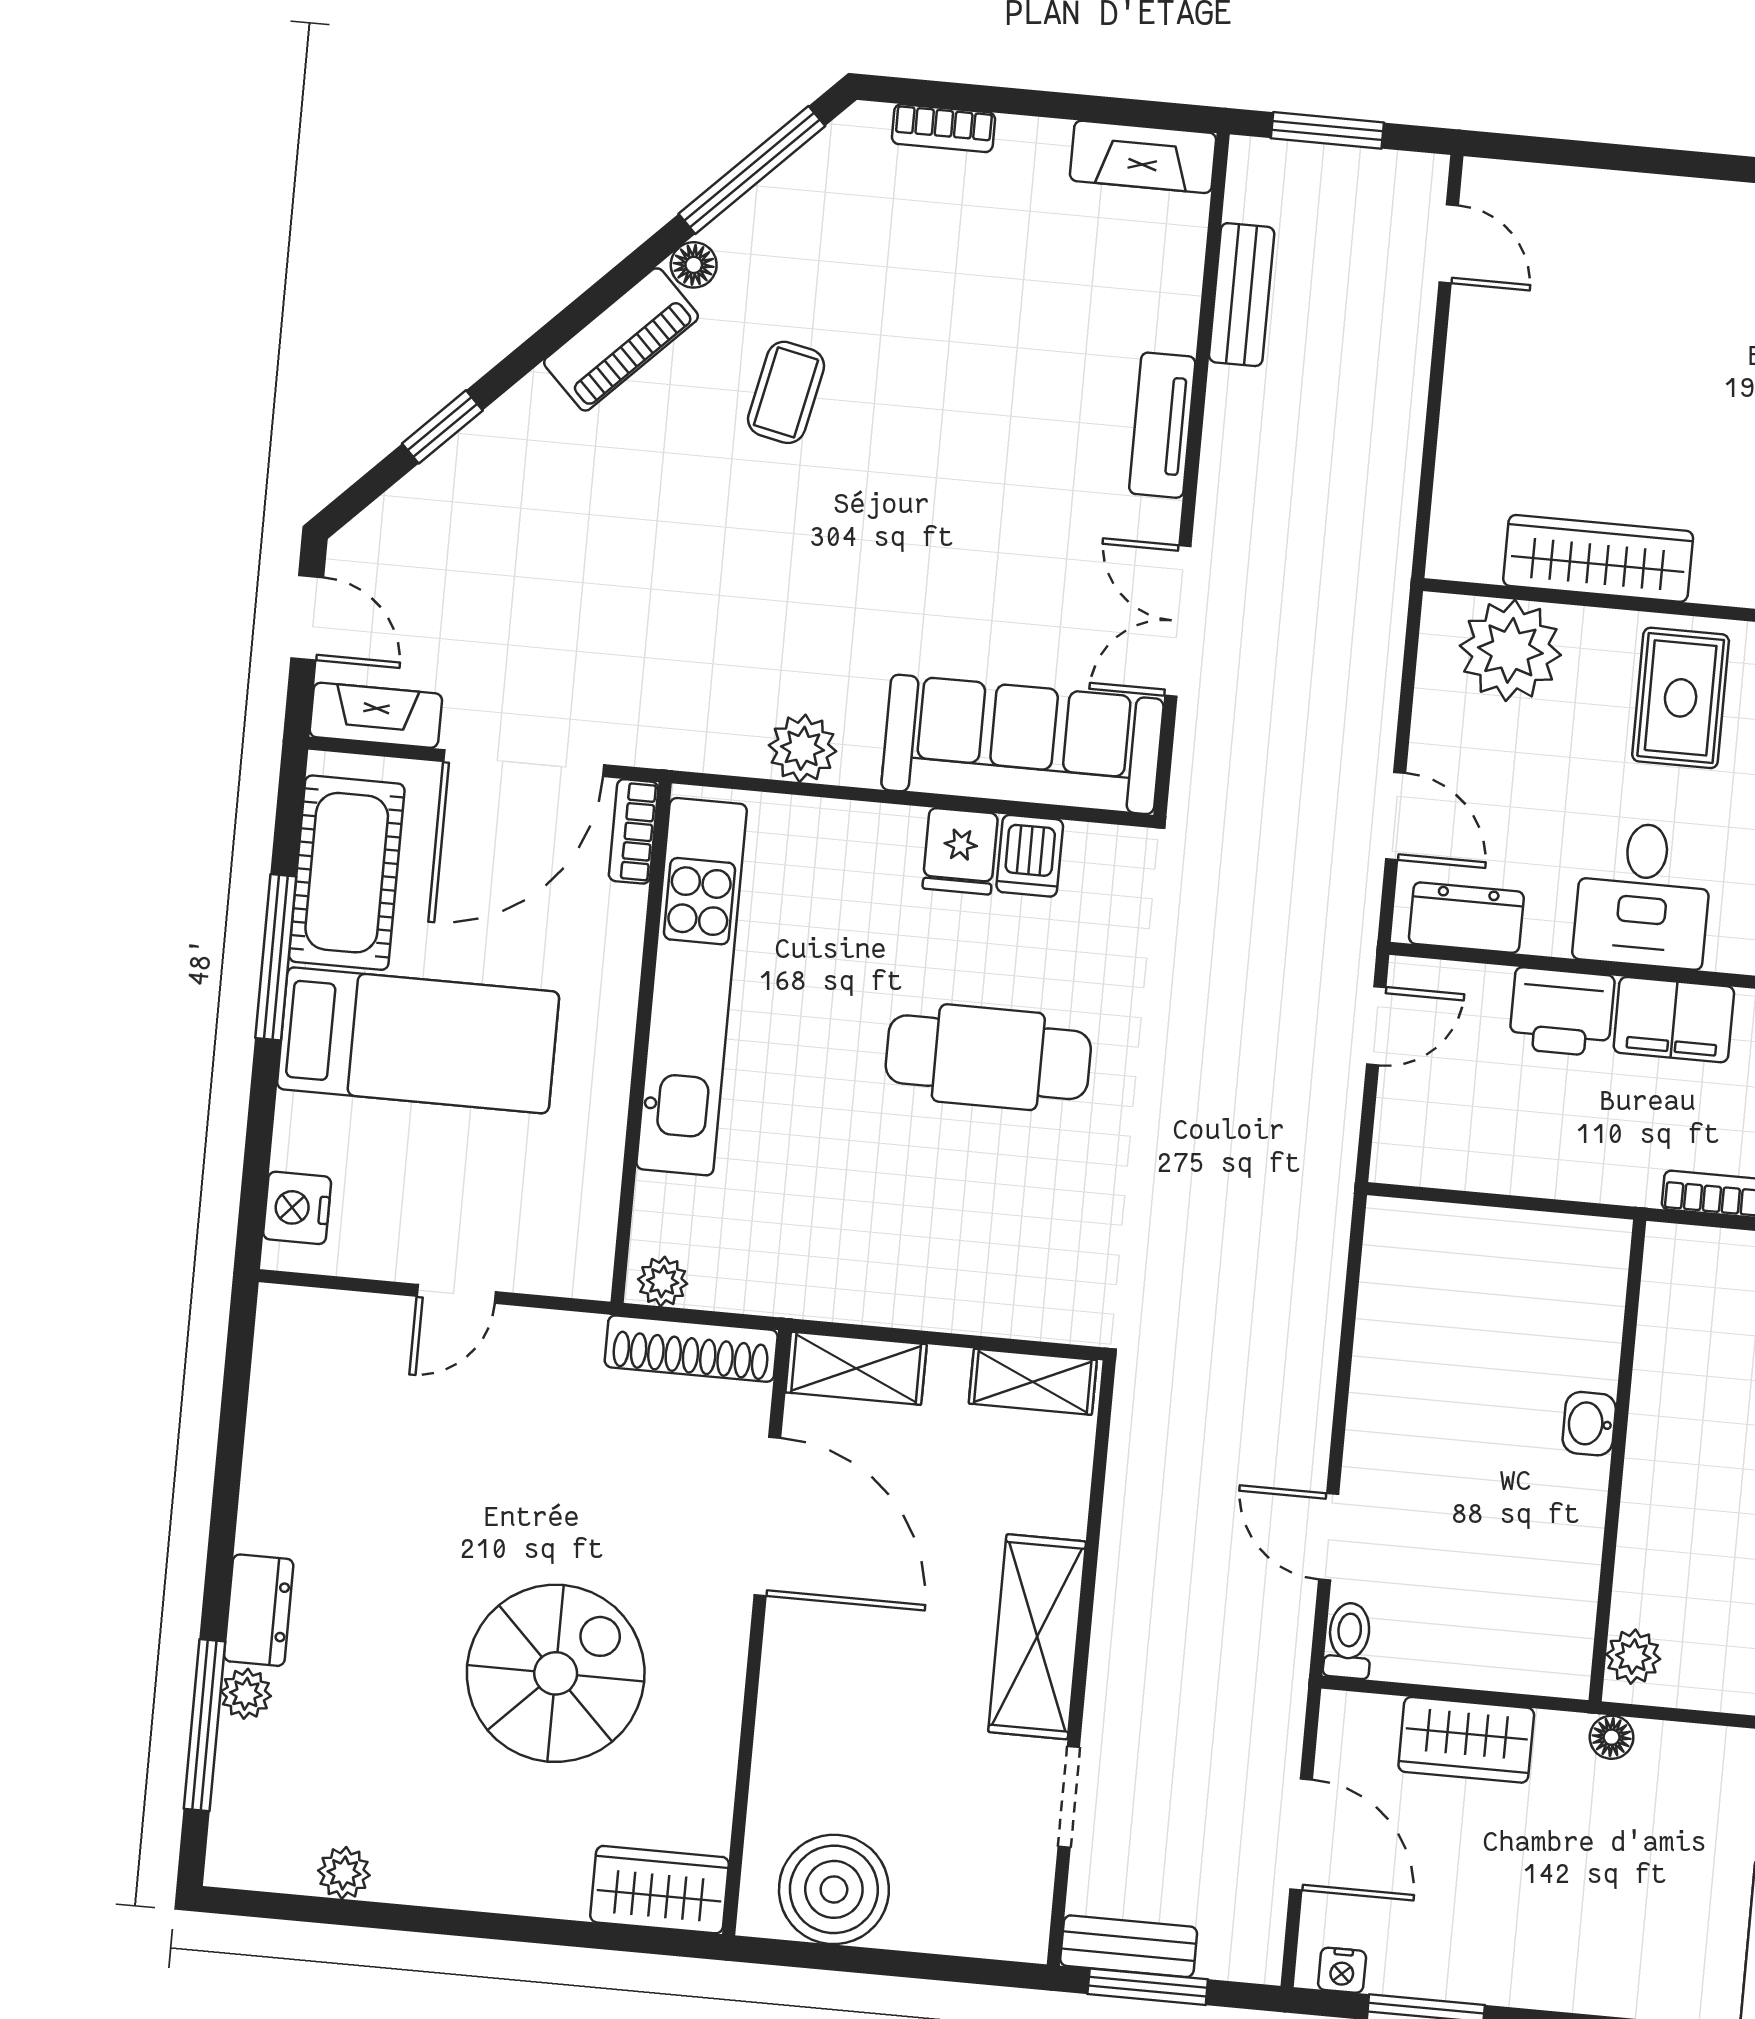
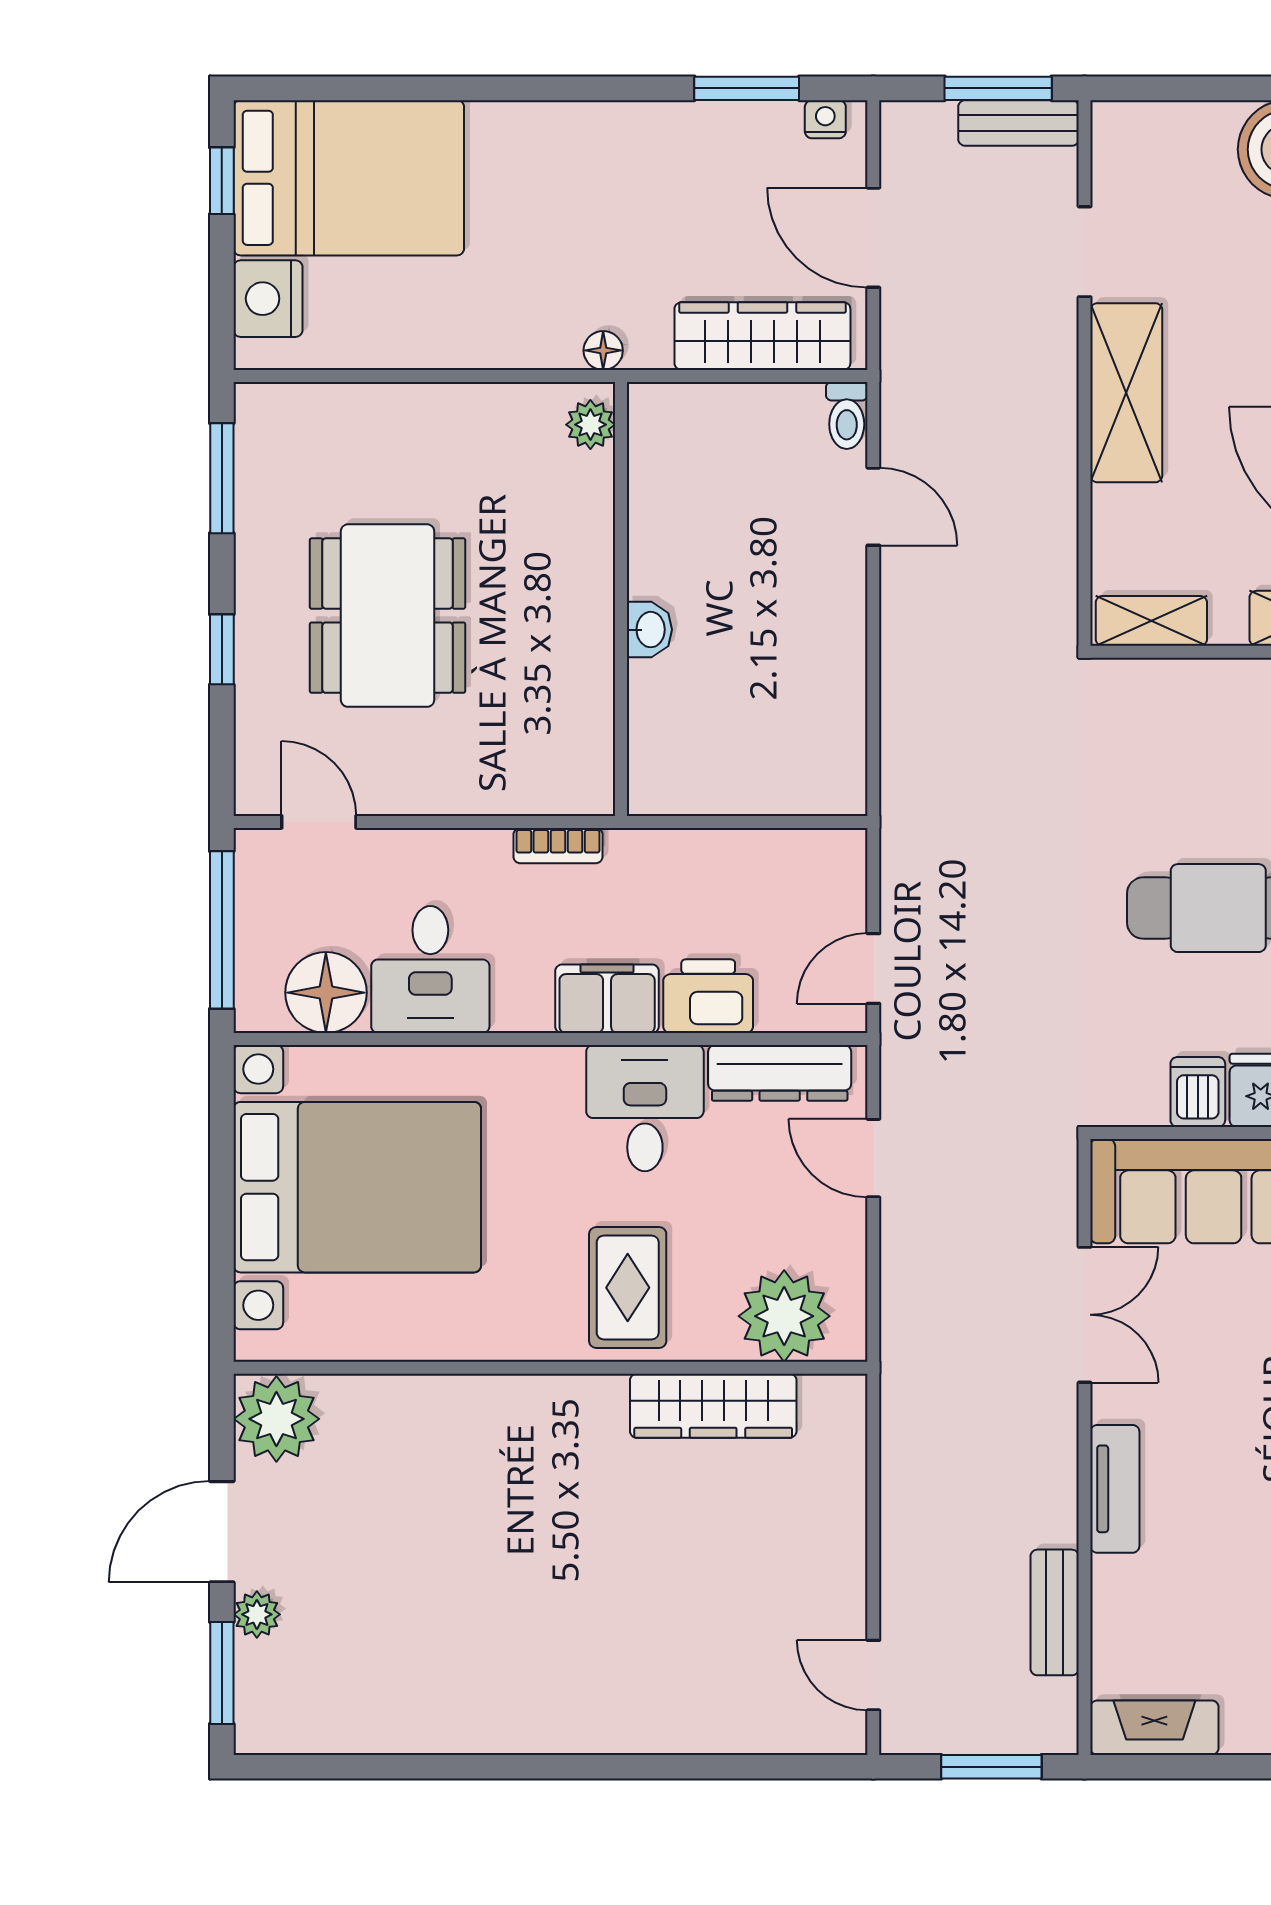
dresser: (1466, 918) -> (780, 1073), width x1.44
wardrobe: (1466, 1740) -> (762, 336), width x1.50

